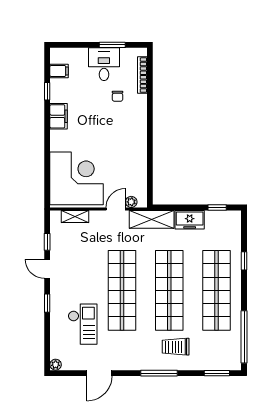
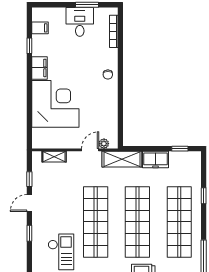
chair: (117, 96) -> (108, 75), moved
corner desk: (77, 178) -> (55, 104), moved
door: (47, 269) -> (29, 203), hinge flipped

